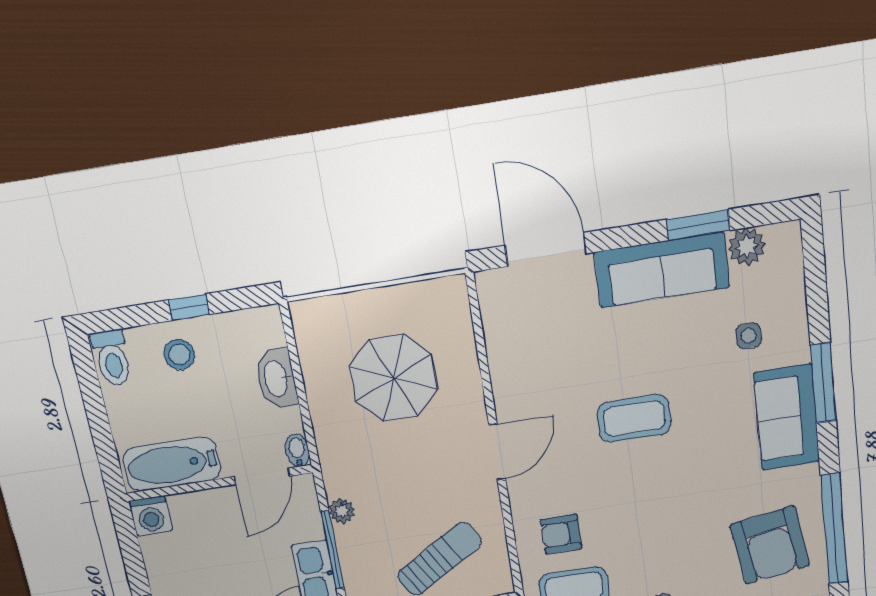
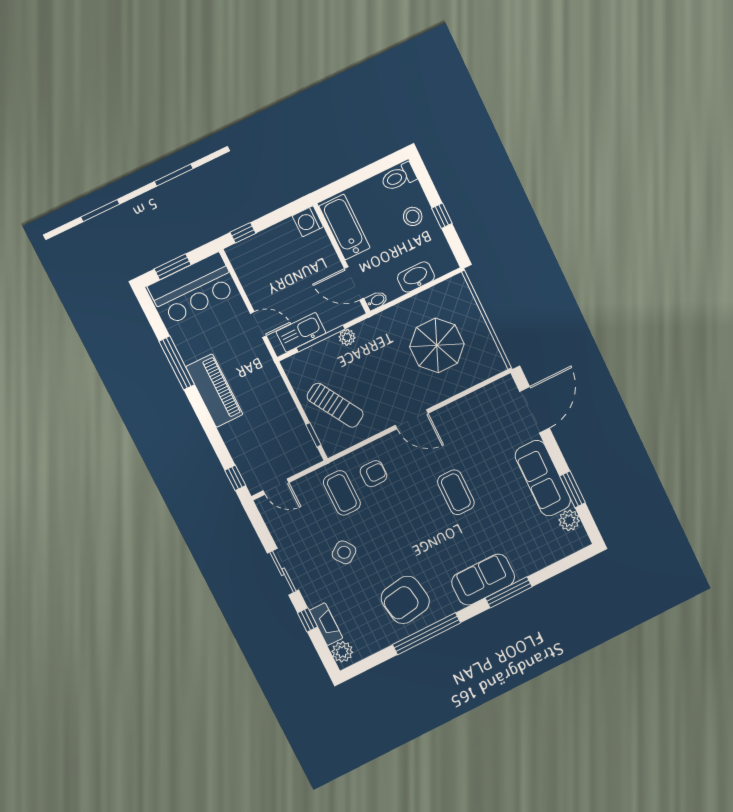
side table: (749, 336) -> (522, 540), removed
armchair: (561, 534) -> (373, 474), turned 90

